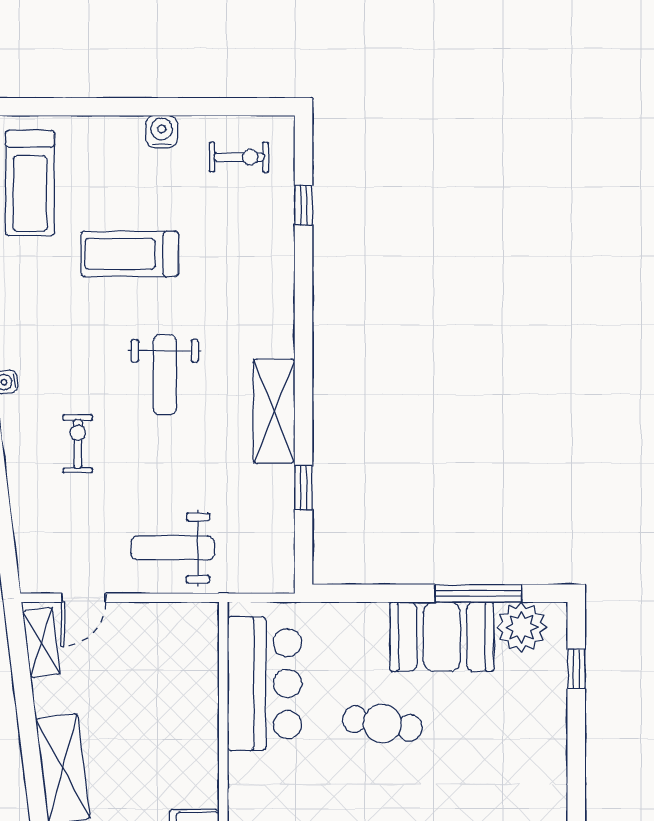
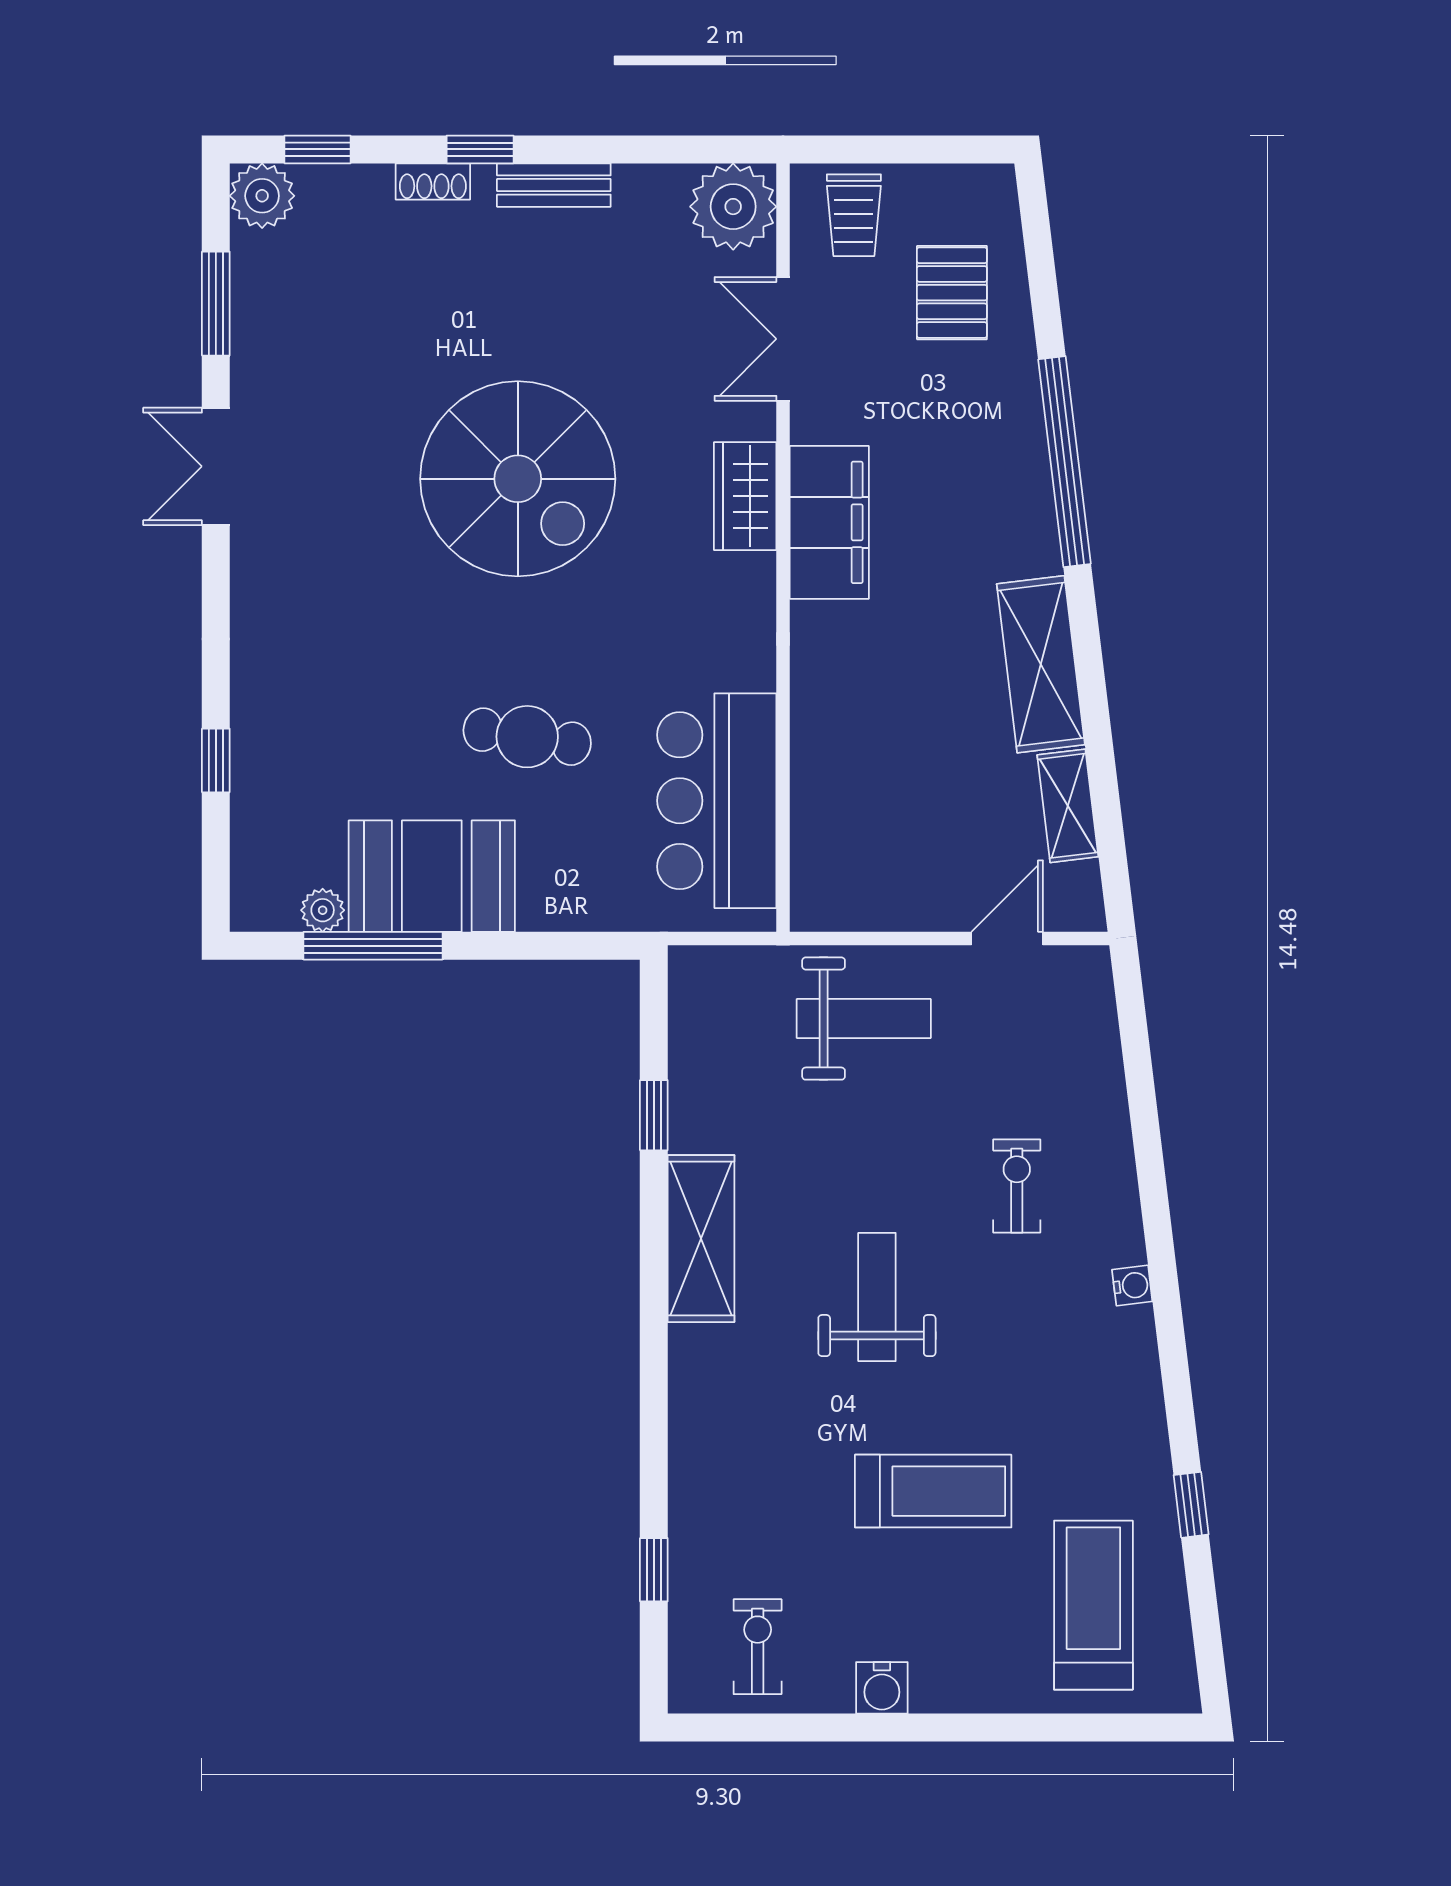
exercise bike: (239, 157) -> (758, 1647), turned 90
exercise bike: (78, 444) -> (1017, 1186), turned 180
plant: (522, 627) -> (323, 910), width x0.53, depth x0.53
shelving: (41, 643) -> (1068, 806), moved
window: (576, 669) -> (216, 760), moved

